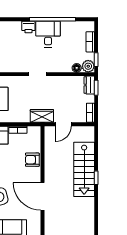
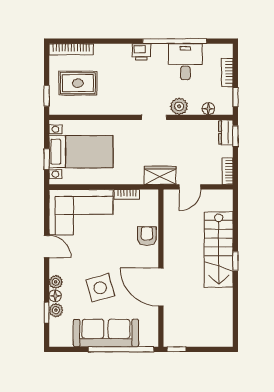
desk: (48, 34) -> (185, 62), moved
plant: (88, 66) -> (179, 106), moved
armchair: (32, 160) -> (147, 236), turned 90

